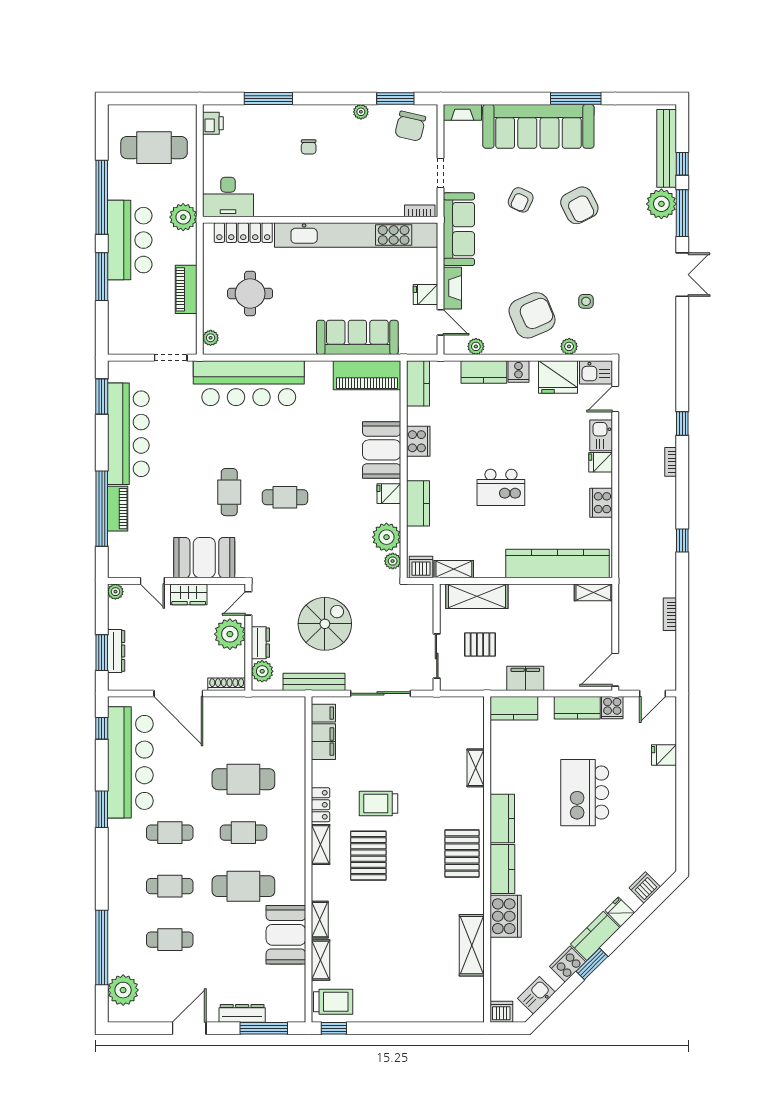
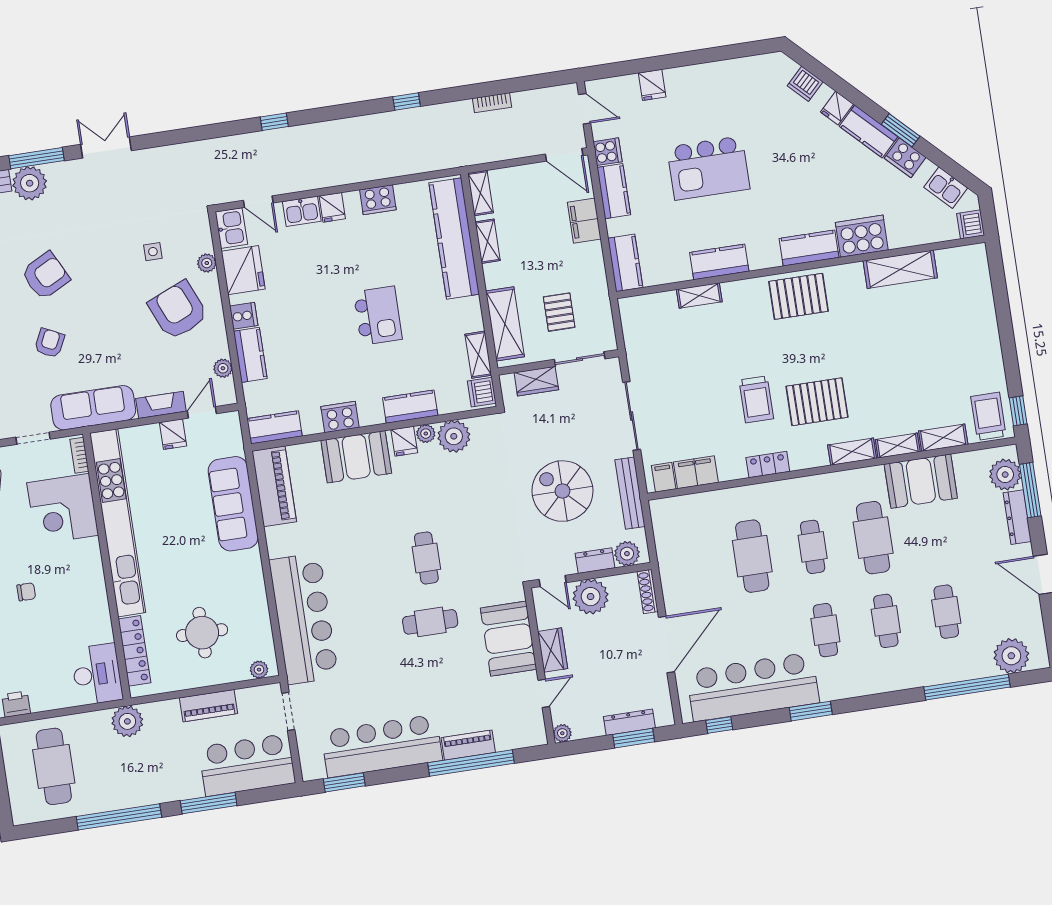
corner desk: (375, 189) -> (63, 509), added
armchair: (521, 200) -> (49, 343), turned -89
bar counter: (130, 240) -> (247, 765), moved
bookcase: (671, 462) -> (320, 128), removed
plant: (393, 561) -> (426, 434), moved
shelving: (551, 592) -> (488, 241), added
wardrobe: (423, 616) -> (536, 381), added
filing cabinet: (525, 678) -> (584, 221), moved
kitchen counter: (502, 819) -> (719, 262), moved
shelving: (321, 845) -> (852, 452), moved
plant: (280, 1009) -> (1005, 475), added

